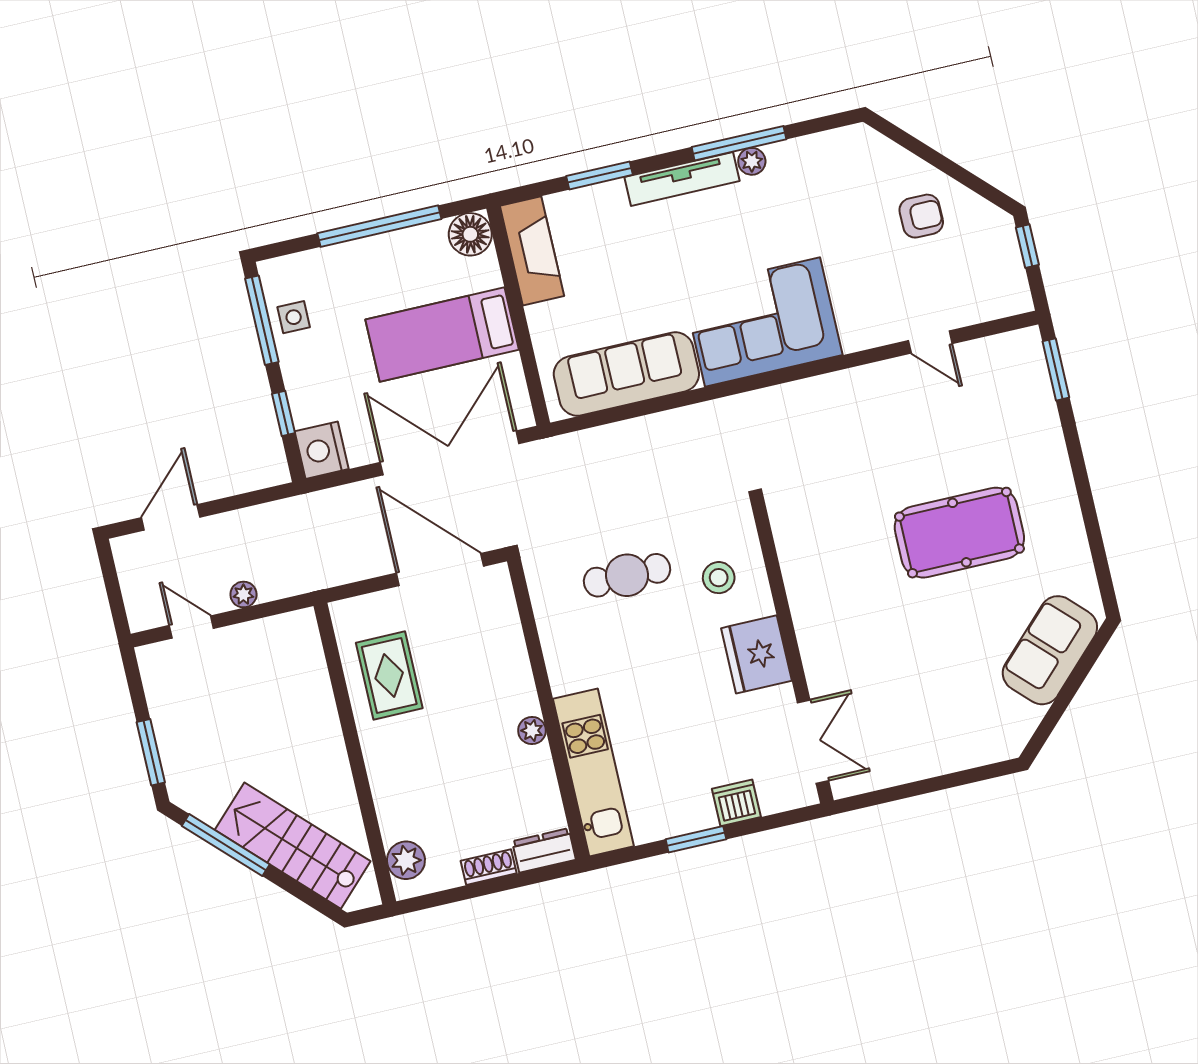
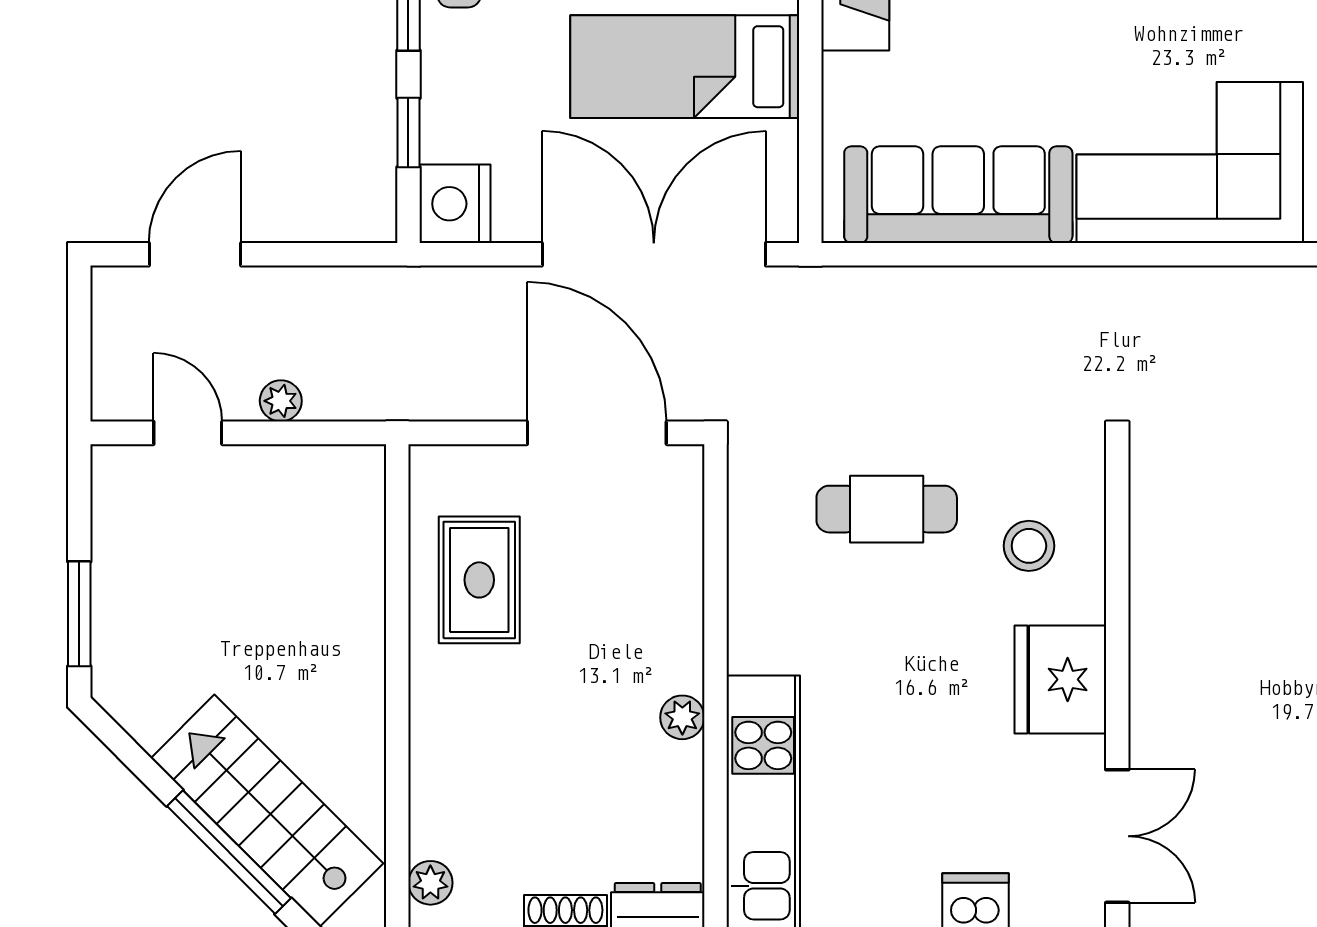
window: (226, 845) -> (229, 852), moved
plant: (406, 860) -> (430, 883), width x0.73, depth x0.73

